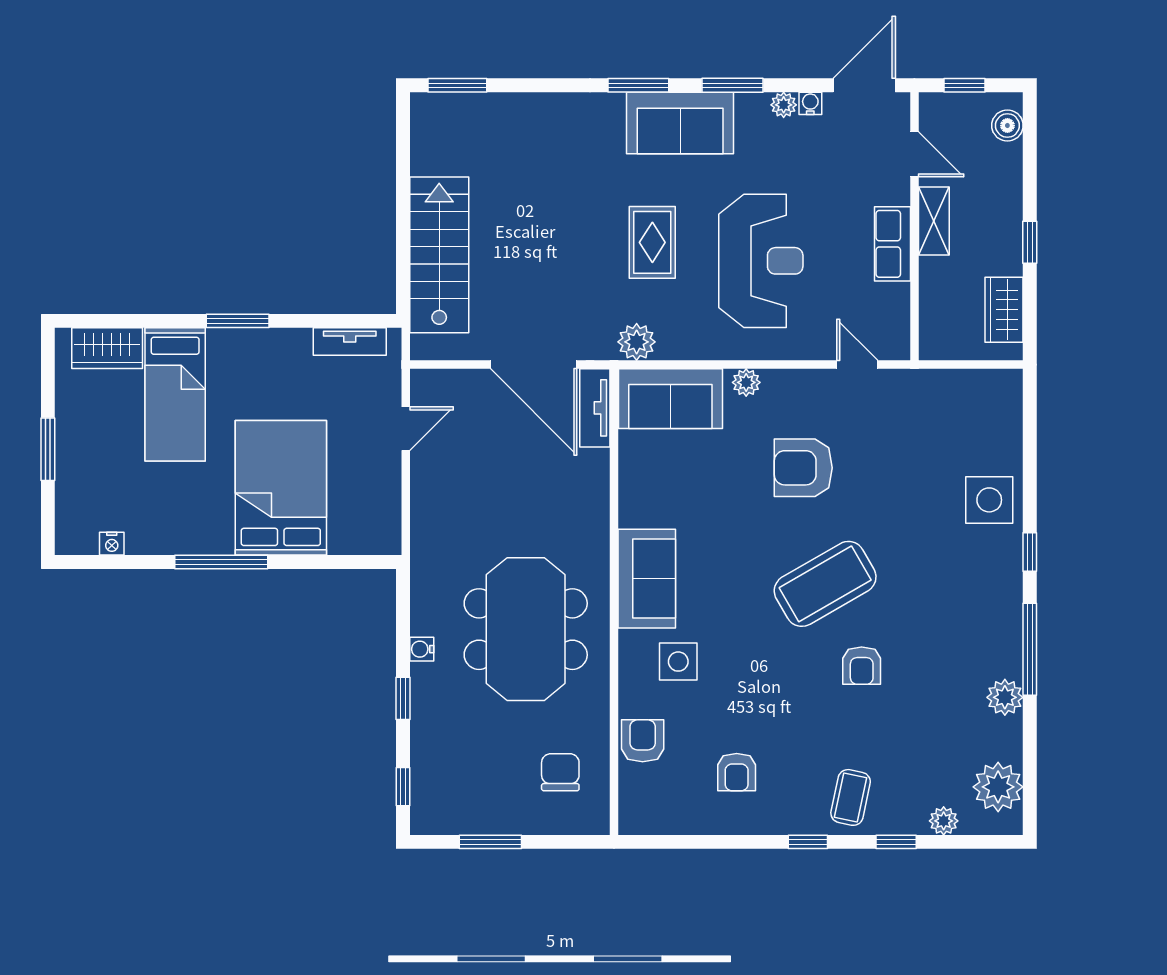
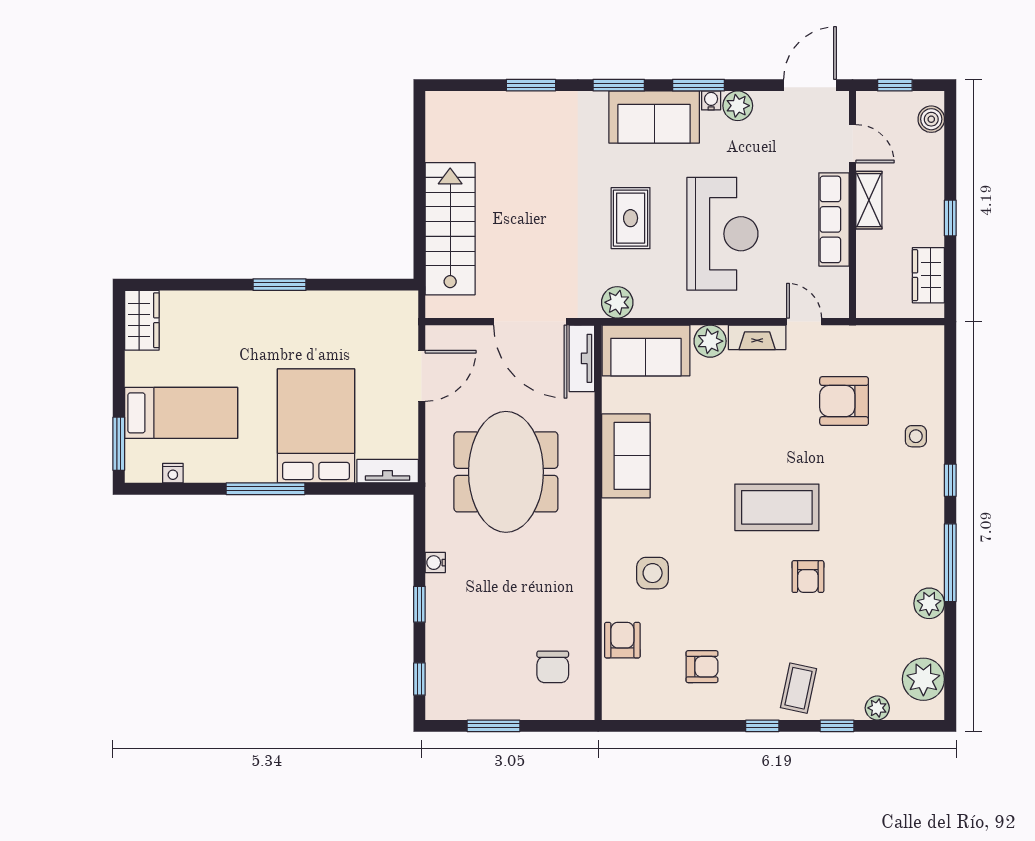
window: (457, 85) -> (531, 85), moved
water cooler: (810, 103) -> (711, 100), moved
plant: (784, 105) -> (738, 106), width x1.38, depth x1.38
row of seats: (892, 244) -> (834, 219), width x1.48
tv unit: (350, 342) -> (388, 471), moved, turned 180
wardrobe: (107, 348) -> (142, 320), moved, turned -90
plant: (746, 382) -> (710, 341), width x1.38, depth x1.38
fireplace: (802, 383) -> (757, 337), added
bed: (175, 394) -> (181, 413), moved, turned -90
door: (406, 429) -> (422, 376), width x1.38
window: (48, 449) -> (119, 444), moved
armchair: (803, 468) -> (844, 401), moved
side table: (989, 500) -> (916, 436), width x0.54, depth x0.54
sofa: (647, 579) -> (626, 456), moved
coffee table: (825, 584) -> (777, 507), turned 30
meeting table: (526, 629) -> (506, 472), moved
chair: (560, 772) -> (553, 667), turned 180
armchair: (737, 772) -> (702, 667), turned -90

